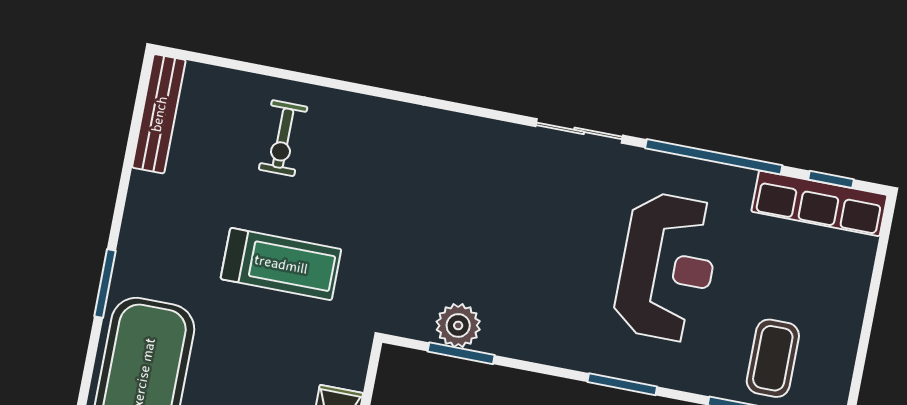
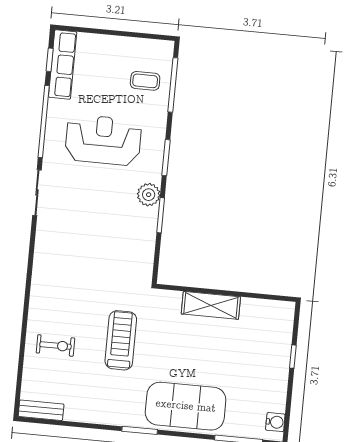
bench: (159, 114) -> (41, 410), width x0.73
plant: (458, 325) -> (149, 195), moved
window: (461, 353) -> (161, 215), moved
coffee table: (773, 358) -> (145, 81), width x0.73, depth x0.77

